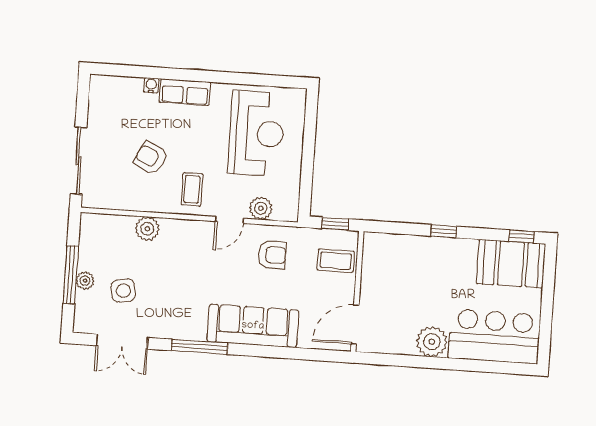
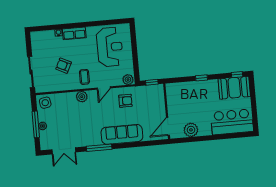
plant: (261, 208) -> (128, 80), moved
plant: (147, 229) -> (82, 97), moved
coffee table: (336, 261) -> (155, 99), removed
side table: (123, 291) -> (45, 103), moved
plant: (432, 342) -> (191, 130), moved

